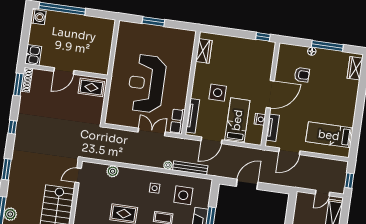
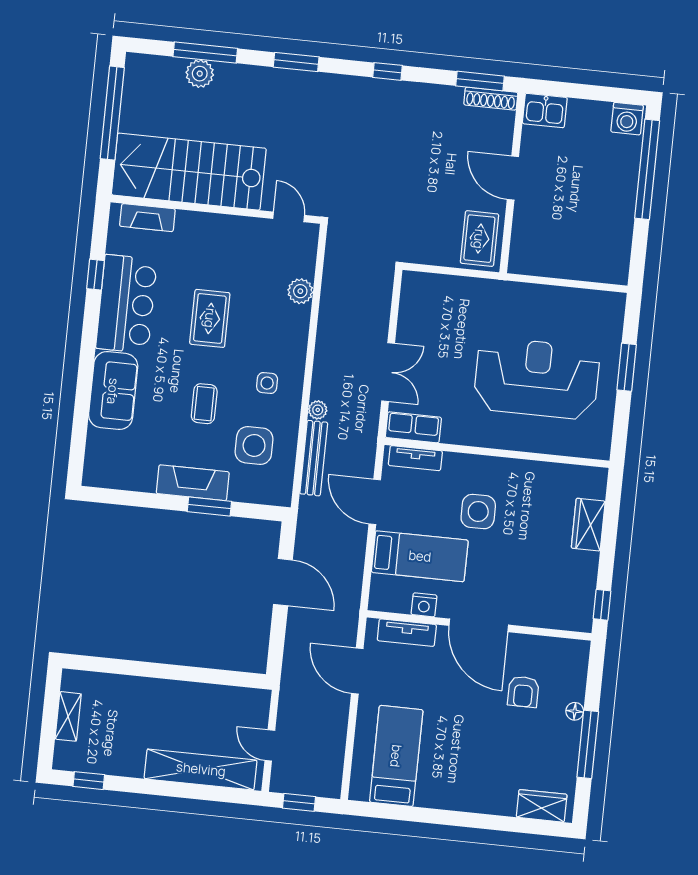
wardrobe: (204, 51) -> (588, 525), moved, turned 90
reception desk: (147, 84) -> (537, 378), moved
tv unit: (193, 116) -> (415, 458), width x0.71

